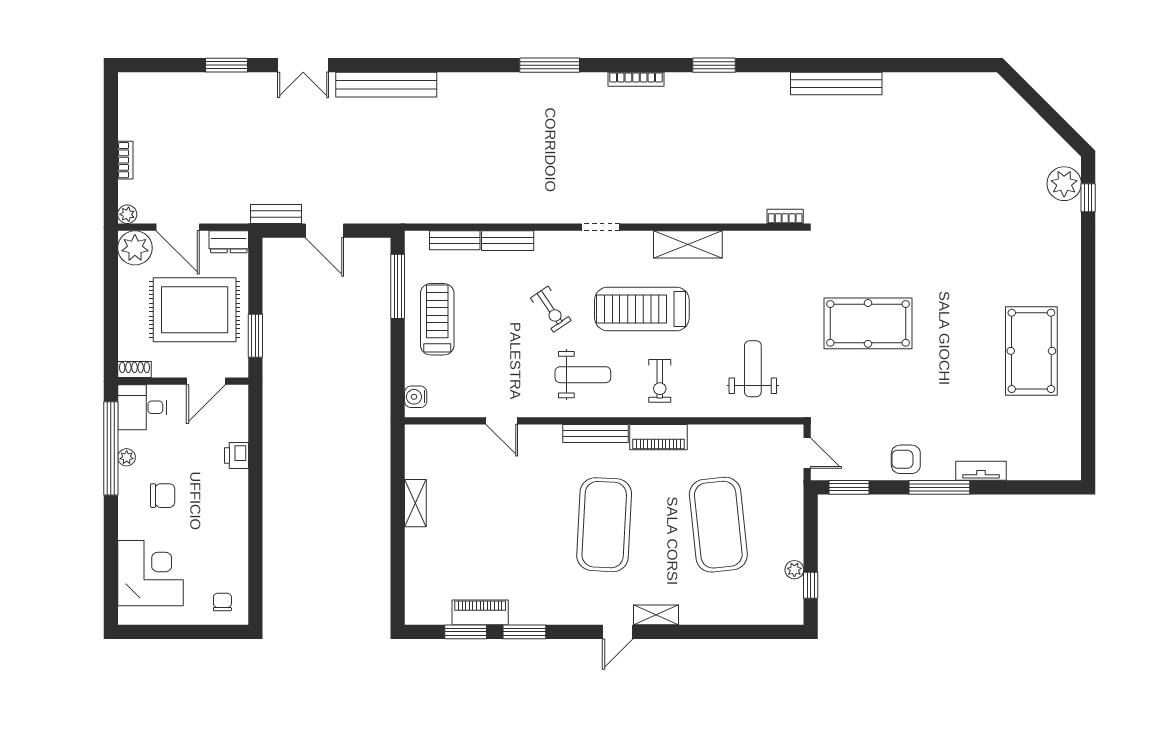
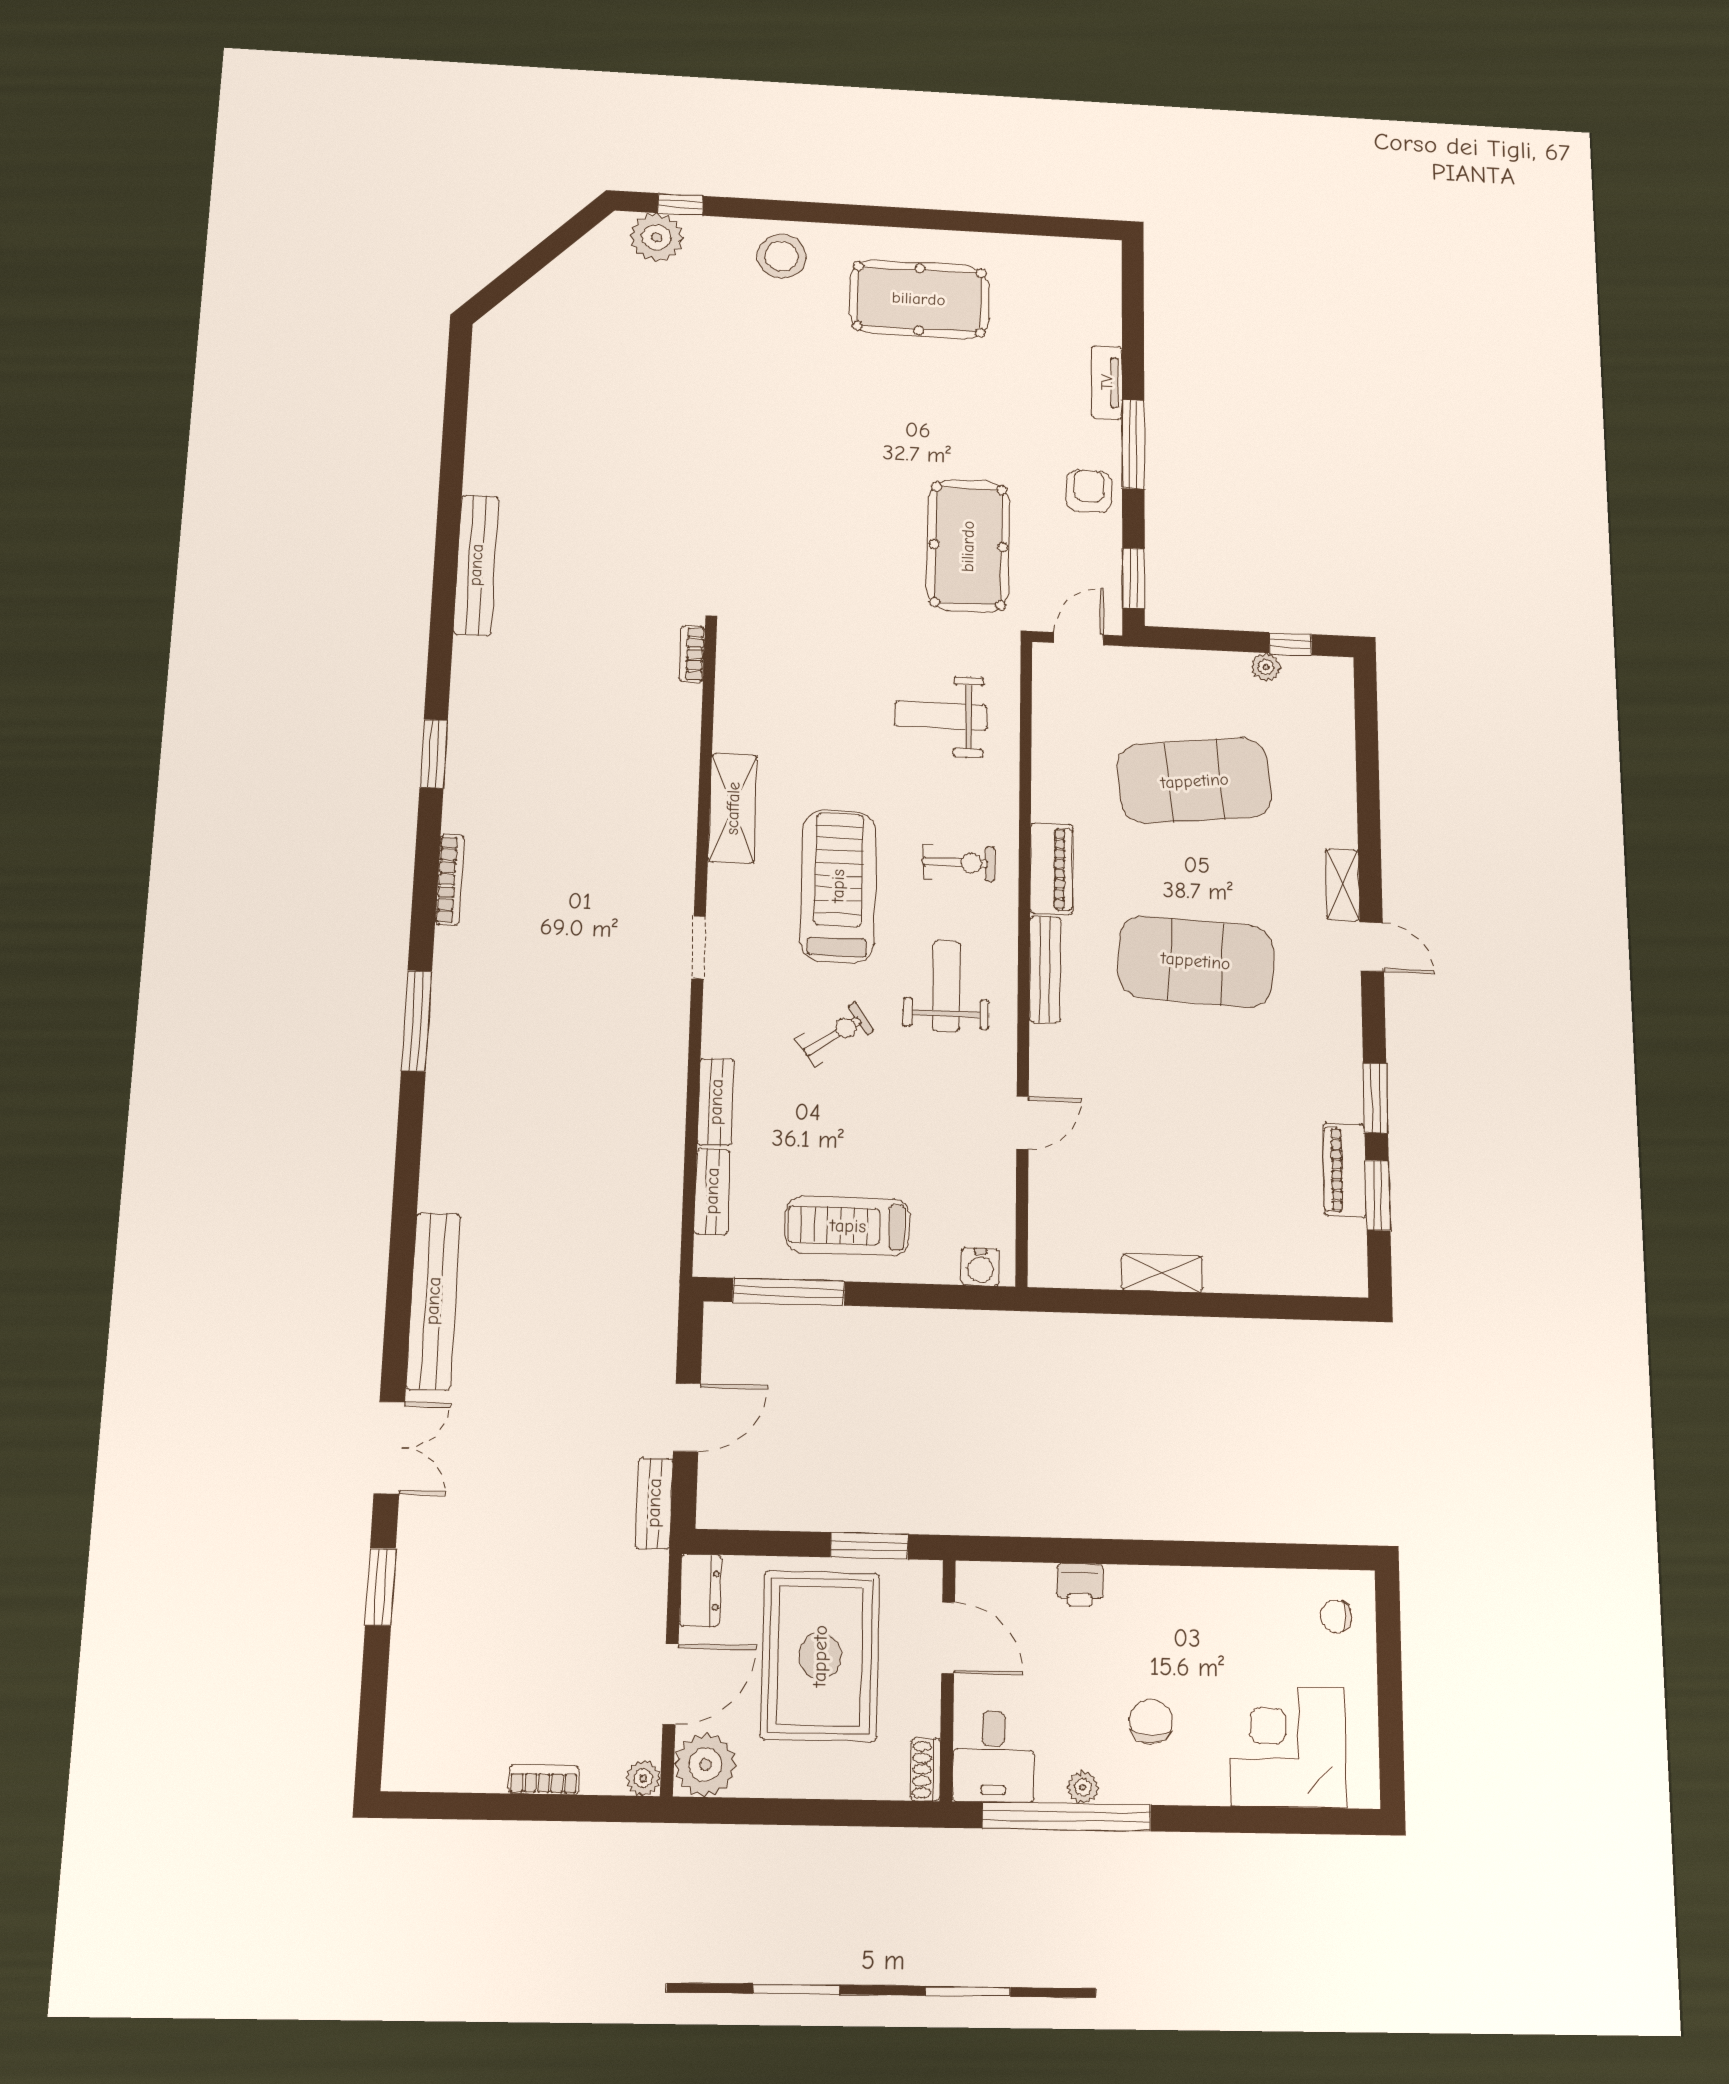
stool: (1056, 263) -> (782, 256), added
treadmill: (642, 309) -> (838, 886), turned 180
pool table: (868, 323) -> (968, 546), moved
armchair: (906, 459) -> (1089, 491), turned 180

